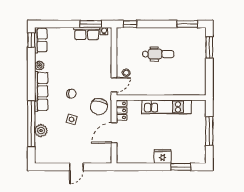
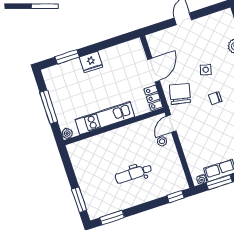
plant: (201, 105) -> (67, 133), added

